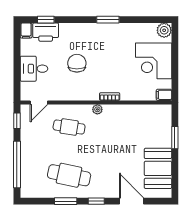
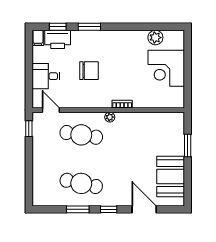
window: (108, 20) -> (89, 27), moved
plant: (164, 30) -> (155, 38), moved
chair: (77, 63) -> (89, 71), turned 90
filing cabinet: (164, 95) -> (177, 102), removed
door: (39, 102) -> (51, 110), swing flipped
cafe table: (69, 127) -> (81, 135), width x1.37, depth x1.35
window: (17, 164) -> (29, 173), removed

